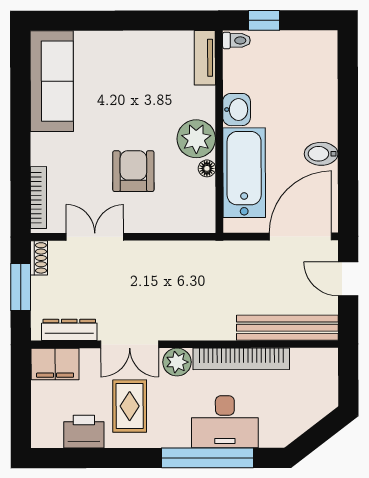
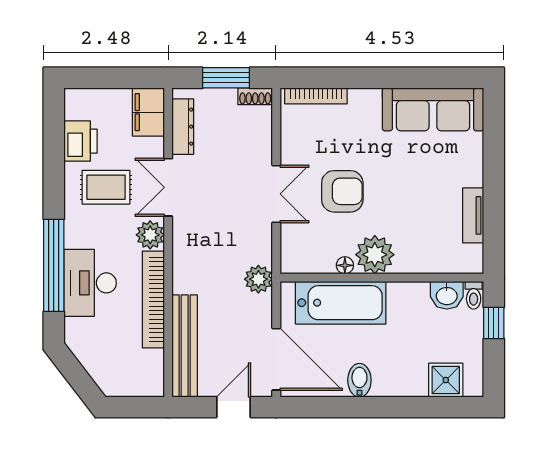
tv unit: (205, 58) -> (473, 215), moved, turned -90
shower: (321, 68) -> (446, 380), added
washbasin: (237, 110) -> (447, 295), moved
double door: (95, 237) -> (276, 194), moved
plant: (221, 254) -> (258, 279), added

